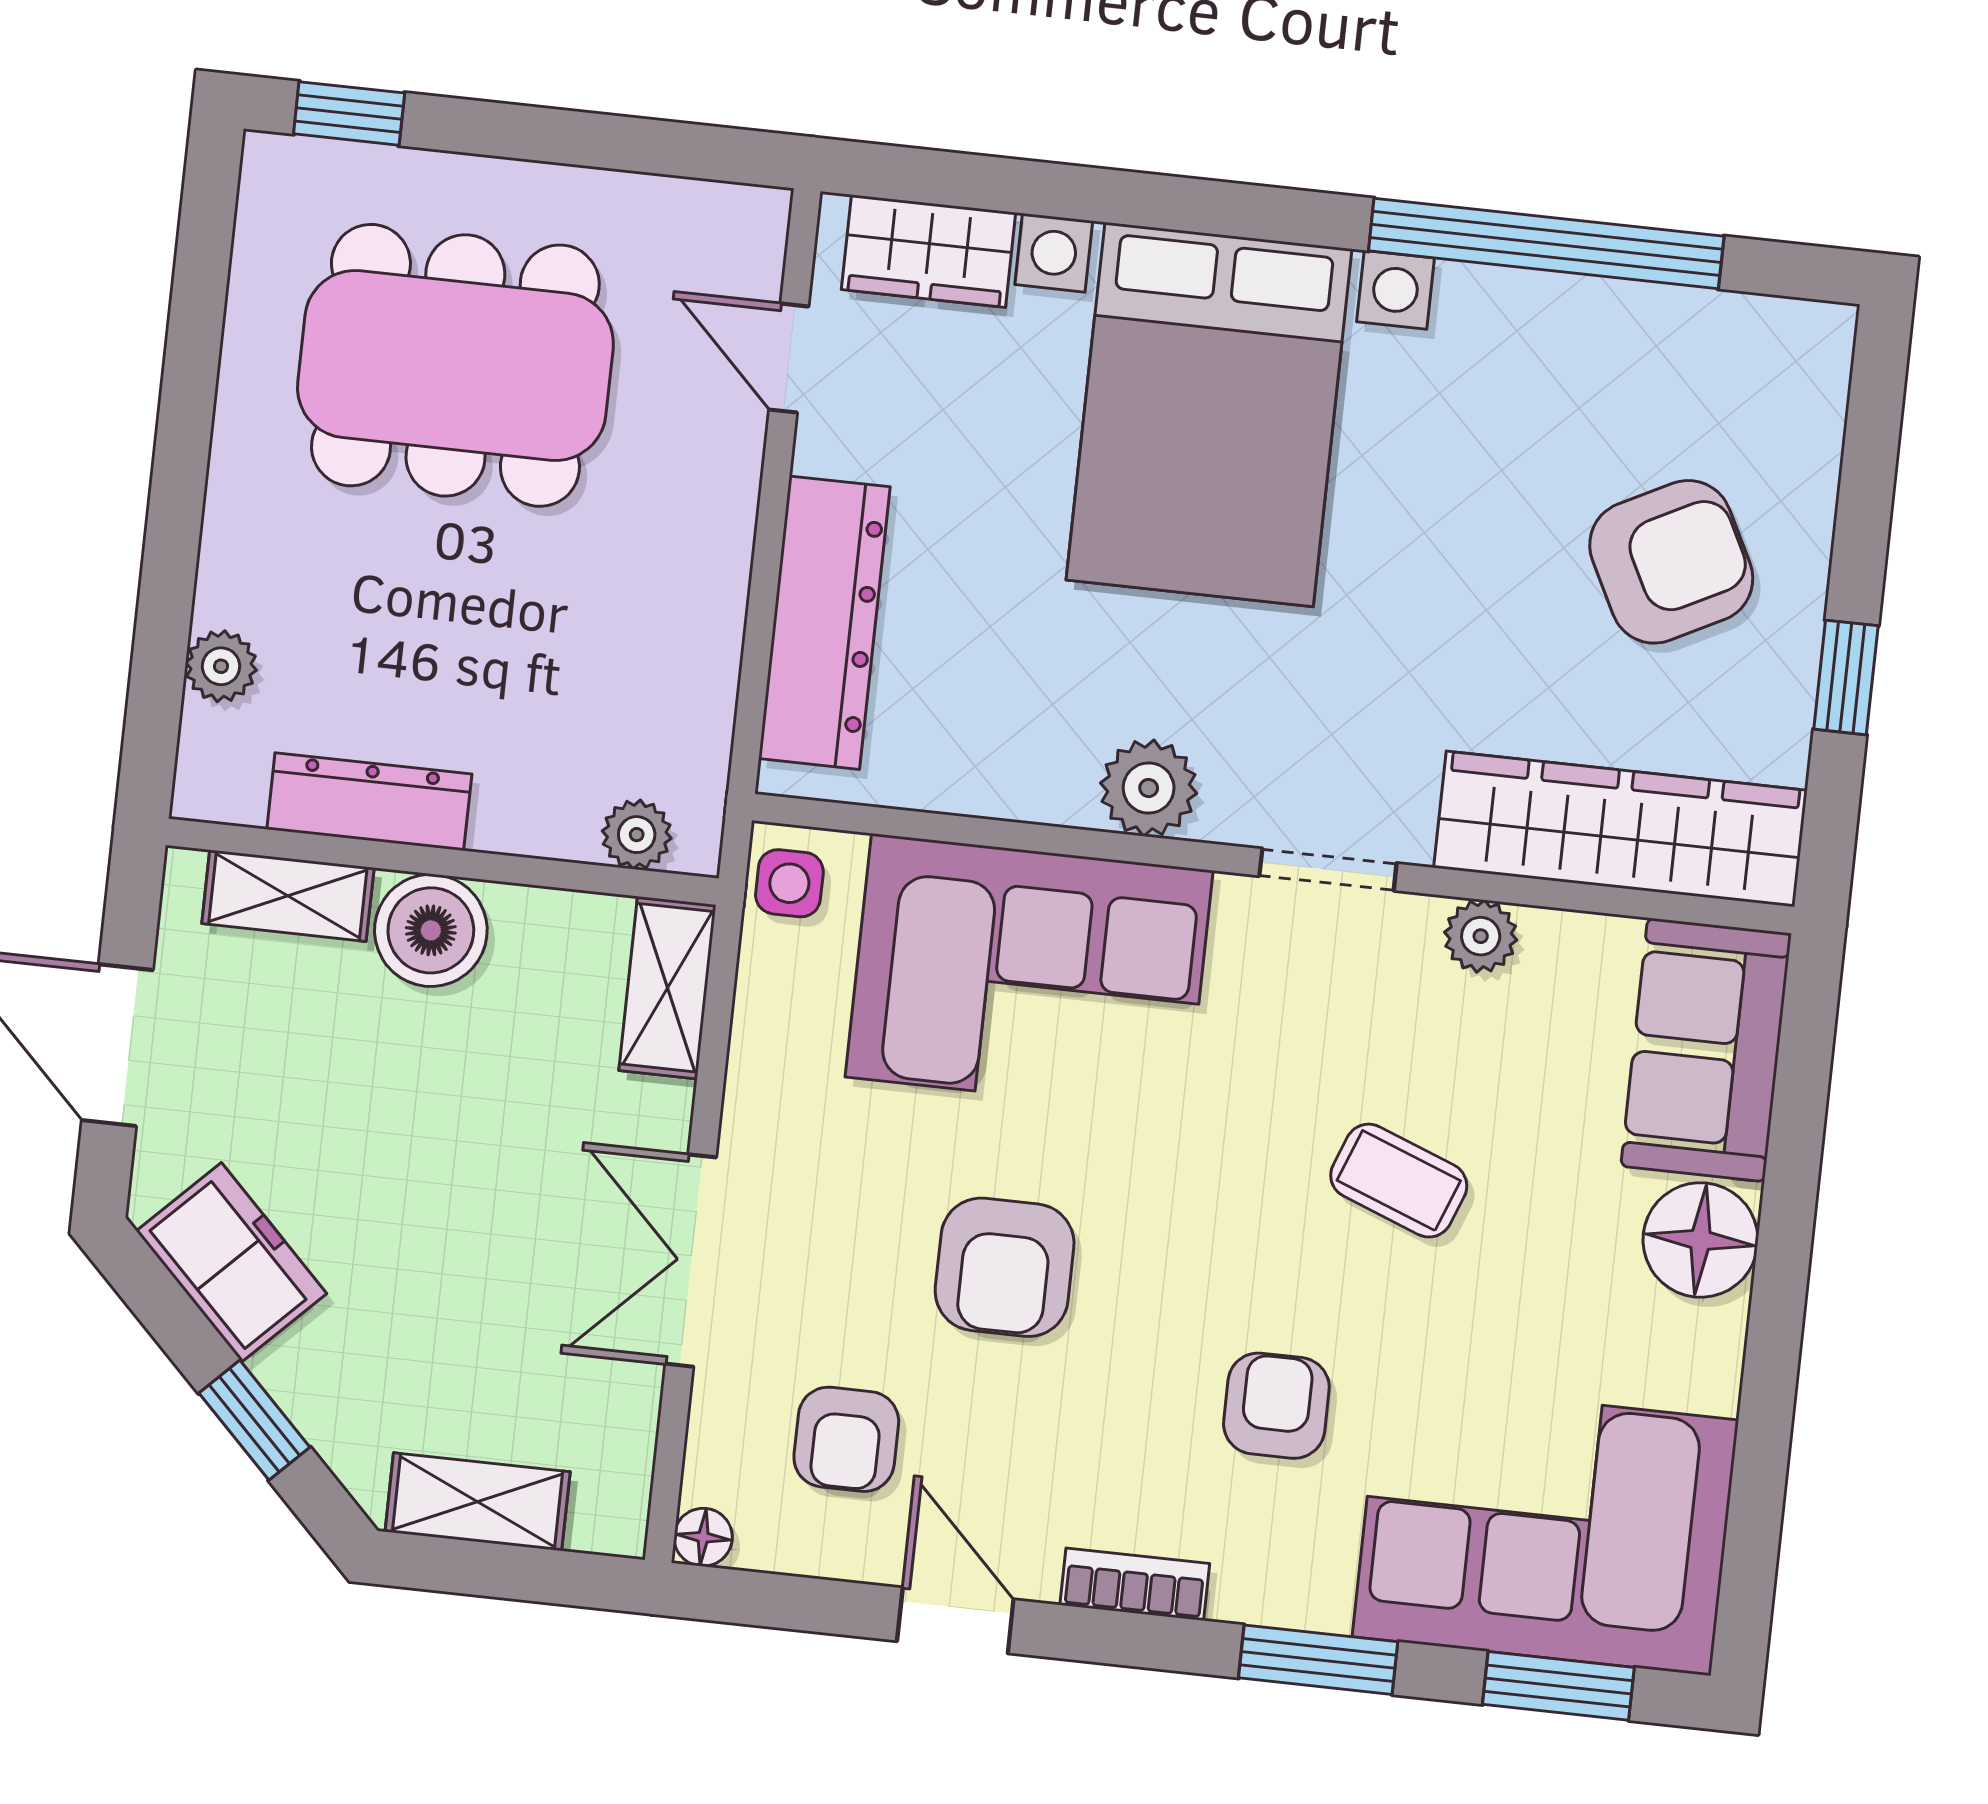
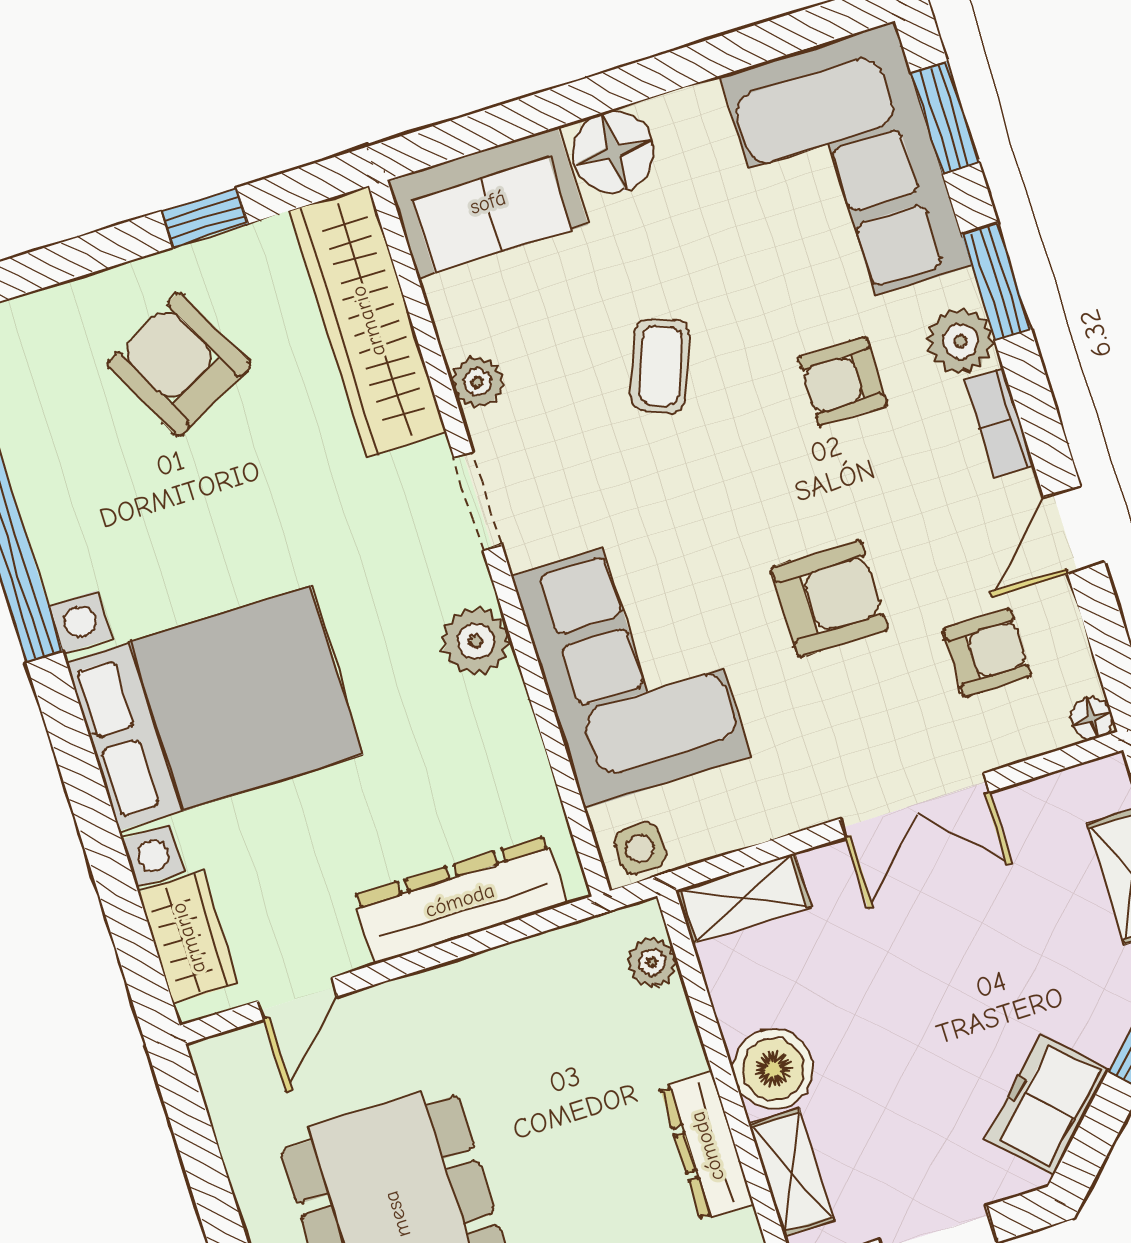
plant: (1262, 1580) -> (960, 341), added

